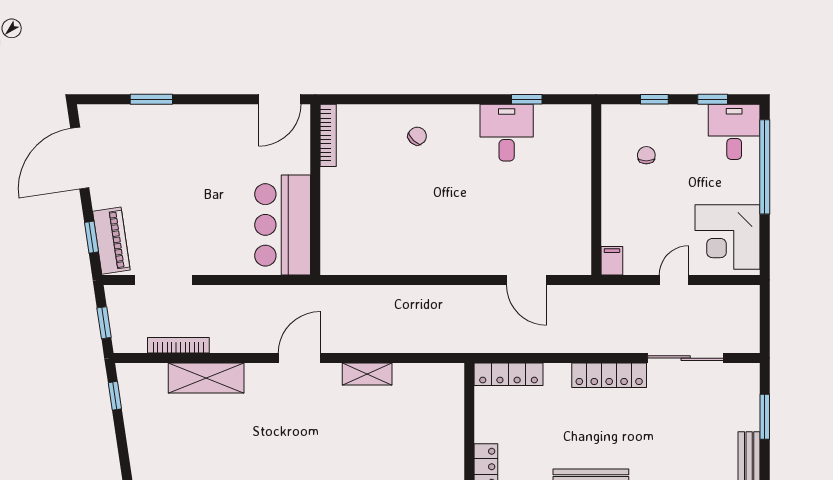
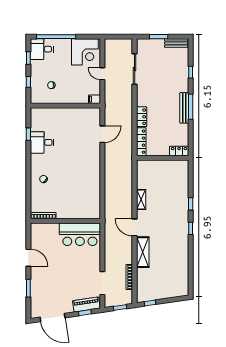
door: (280, 99) -> (28, 258), moved
locker: (609, 375) -> (142, 117), moved, width x0.66
shelving: (206, 378) -> (143, 252), moved

